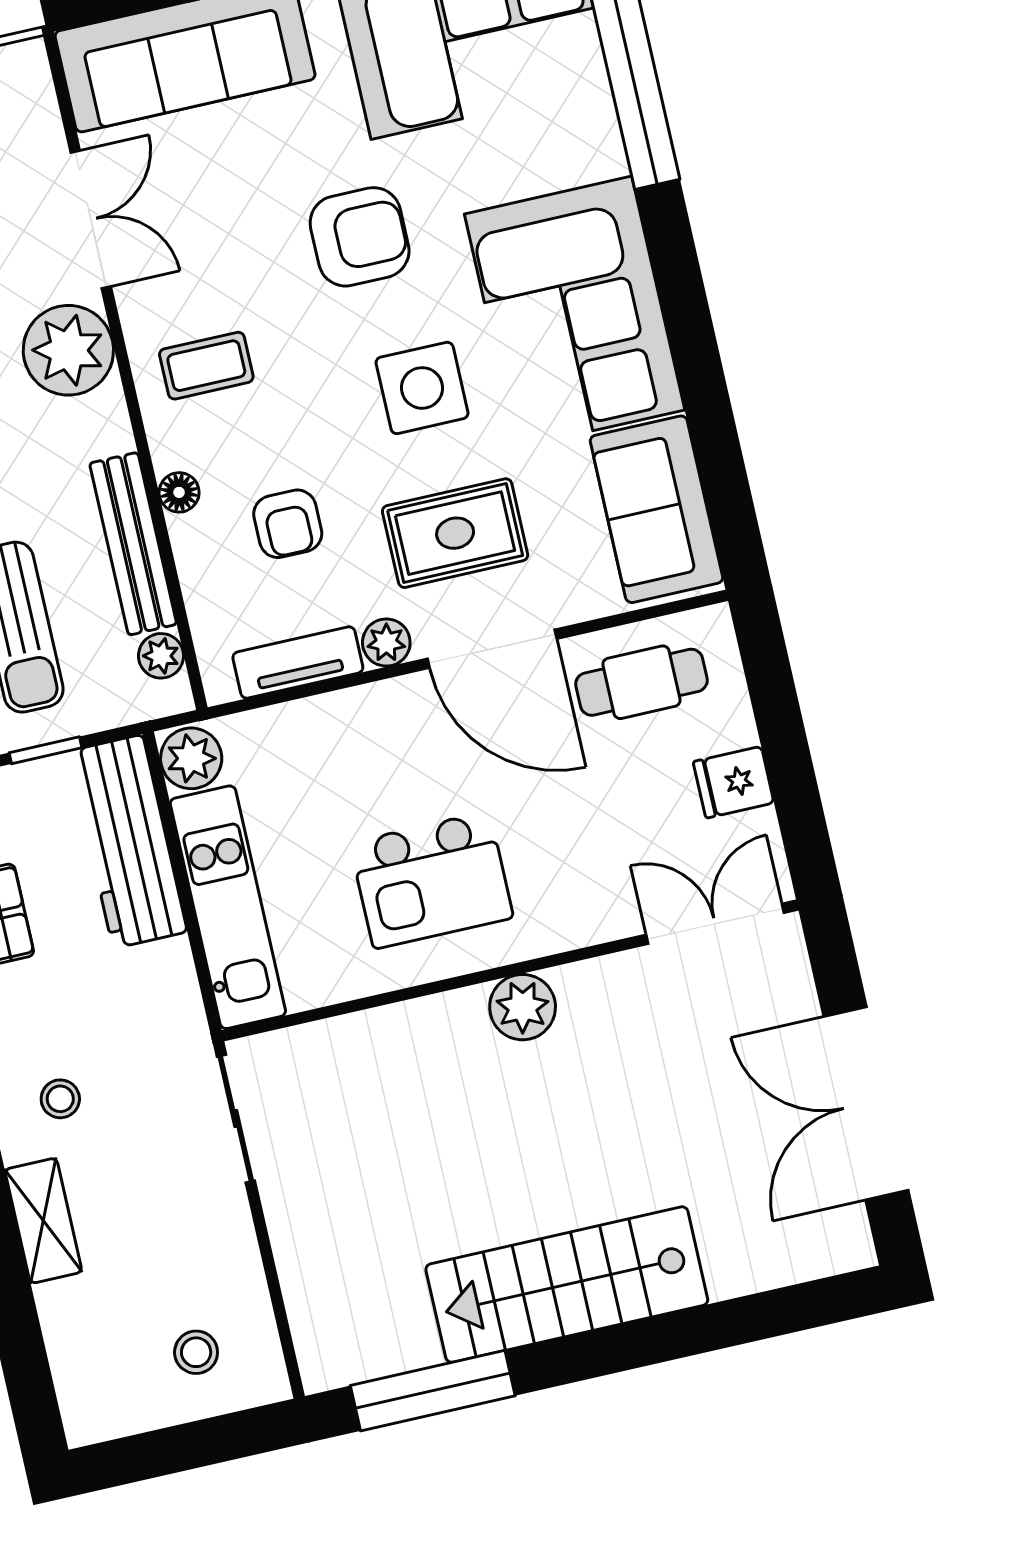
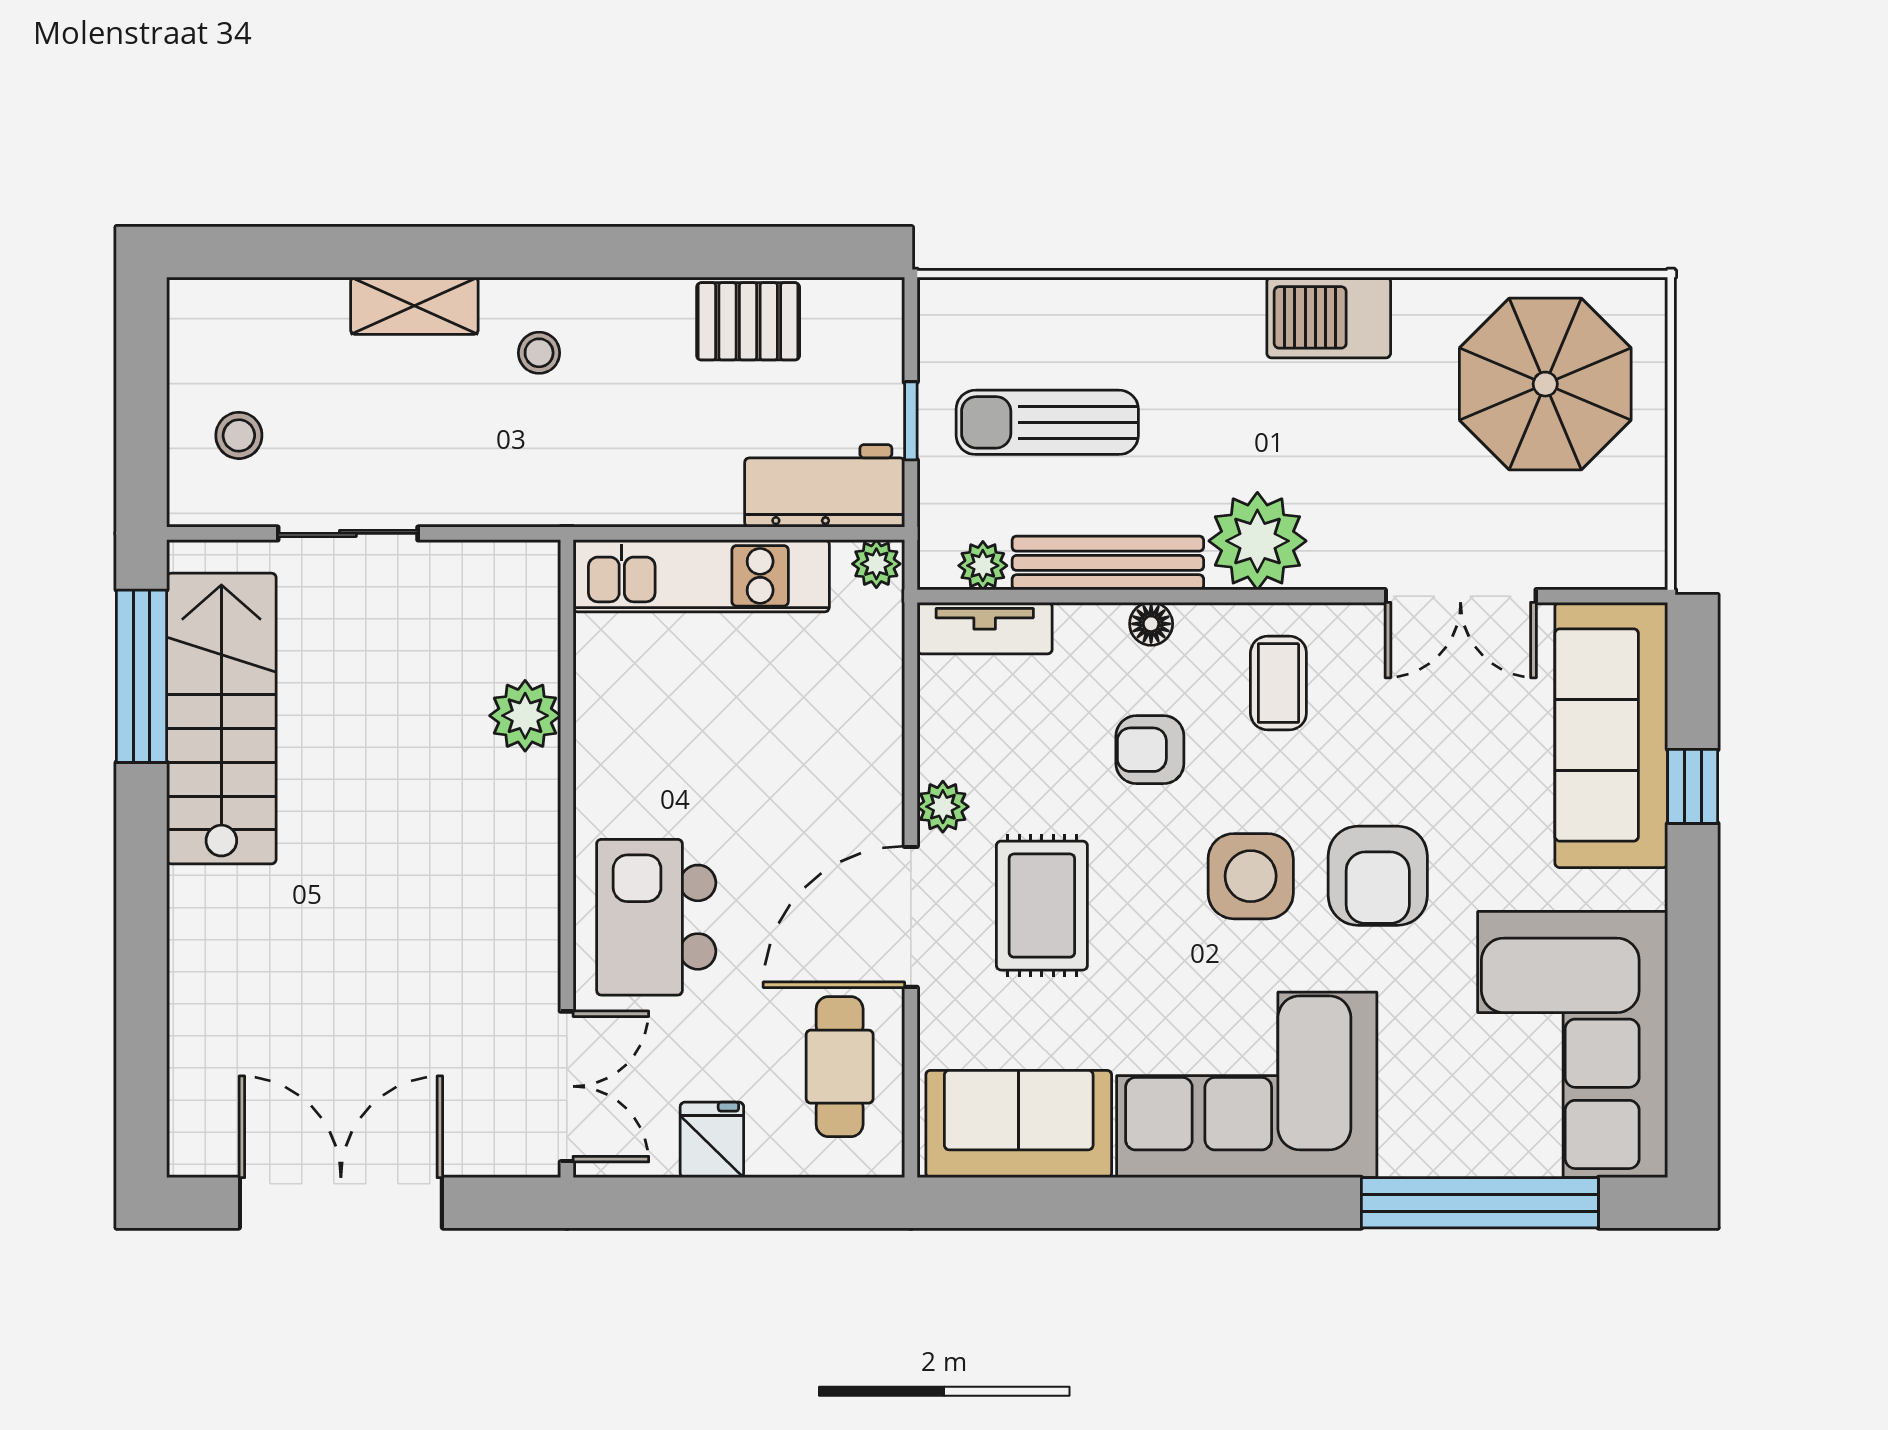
plant: (68, 350) -> (1257, 541), moved
side table: (422, 388) -> (1251, 876), moved
armchair: (288, 524) -> (1150, 750), moved
tv unit: (298, 663) -> (985, 628), moved, turned 90
plant: (191, 758) -> (876, 564), width x0.73, depth x0.73
workbench: (128, 841) -> (825, 486), width x0.73
kitchen island: (432, 880) -> (656, 917), moved
plant: (523, 1007) -> (525, 716), moved
sliding door: (236, 1119) -> (348, 533), moved
stairs: (567, 1285) -> (221, 719), moved

